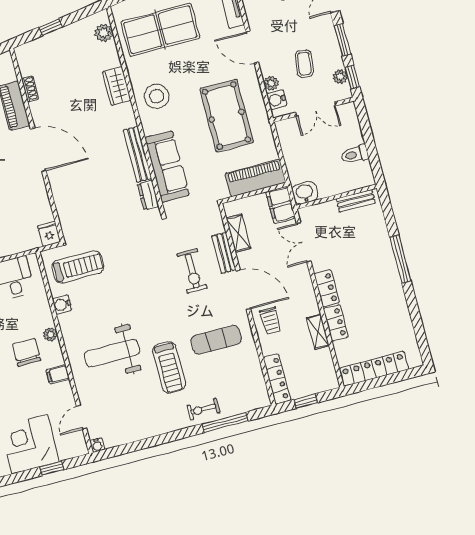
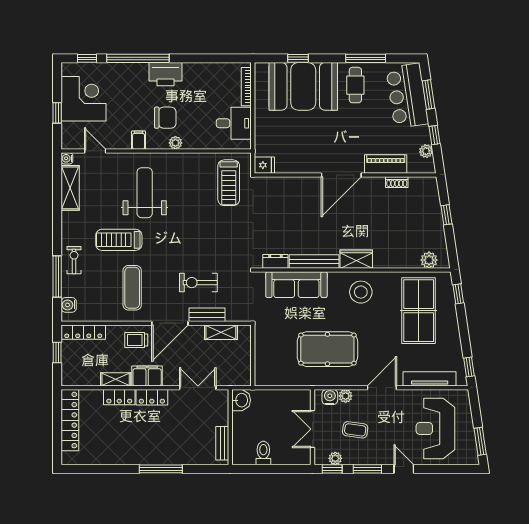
wardrobe: (117, 86) -> (356, 259), moved
piano: (256, 178) -> (266, 360), removed
filing cabinet: (281, 205) -> (147, 376), moved
water cooler: (62, 304) -> (69, 305), moved, turned -90
shelving: (128, 433) -> (70, 188), added

